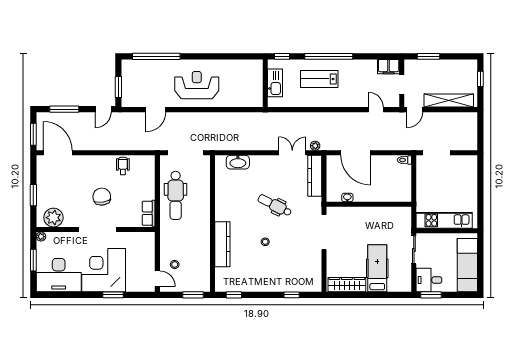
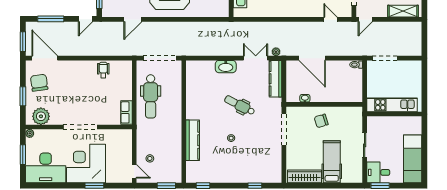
shelving: (449, 100) -> (403, 11), width x0.68
washbasin: (238, 162) -> (226, 67), moved
chair: (102, 197) -> (39, 83), moved
kitchen unit: (444, 220) -> (392, 105), moved
chair: (365, 223) -> (321, 121), added
wall: (447, 231) -> (394, 114), moved

